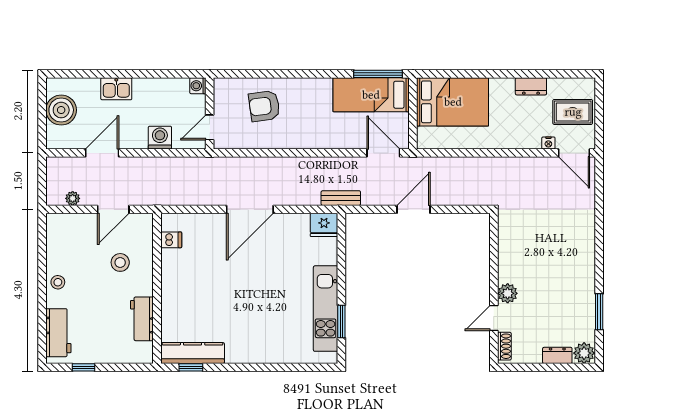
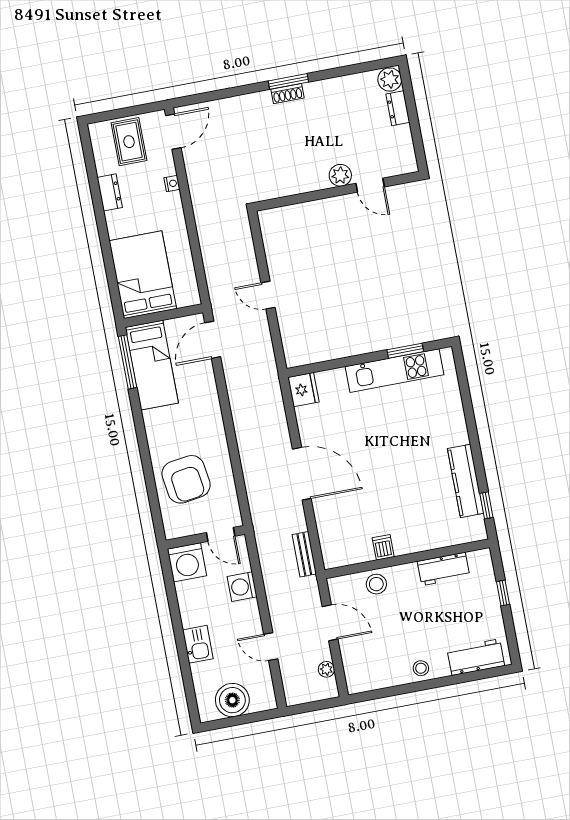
washing machine: (198, 86) -> (187, 562), width x1.89, depth x1.89
armchair: (264, 106) -> (186, 479), width x1.36, depth x1.36
nightstand: (548, 143) -> (172, 183), moved
door: (102, 153) -> (271, 647), width x0.73
bench: (341, 198) -> (304, 554), moved
door: (413, 209) -> (268, 295), width x0.73
dishwasher: (171, 240) -> (383, 547), moved
stool: (120, 262) -> (376, 584), moved
window: (599, 312) -> (288, 81), moved
shoe rack: (504, 346) -> (287, 94), moved, turned 180
kitchen counter: (193, 353) -> (466, 481), moved
window: (83, 367) -> (503, 593), moved

